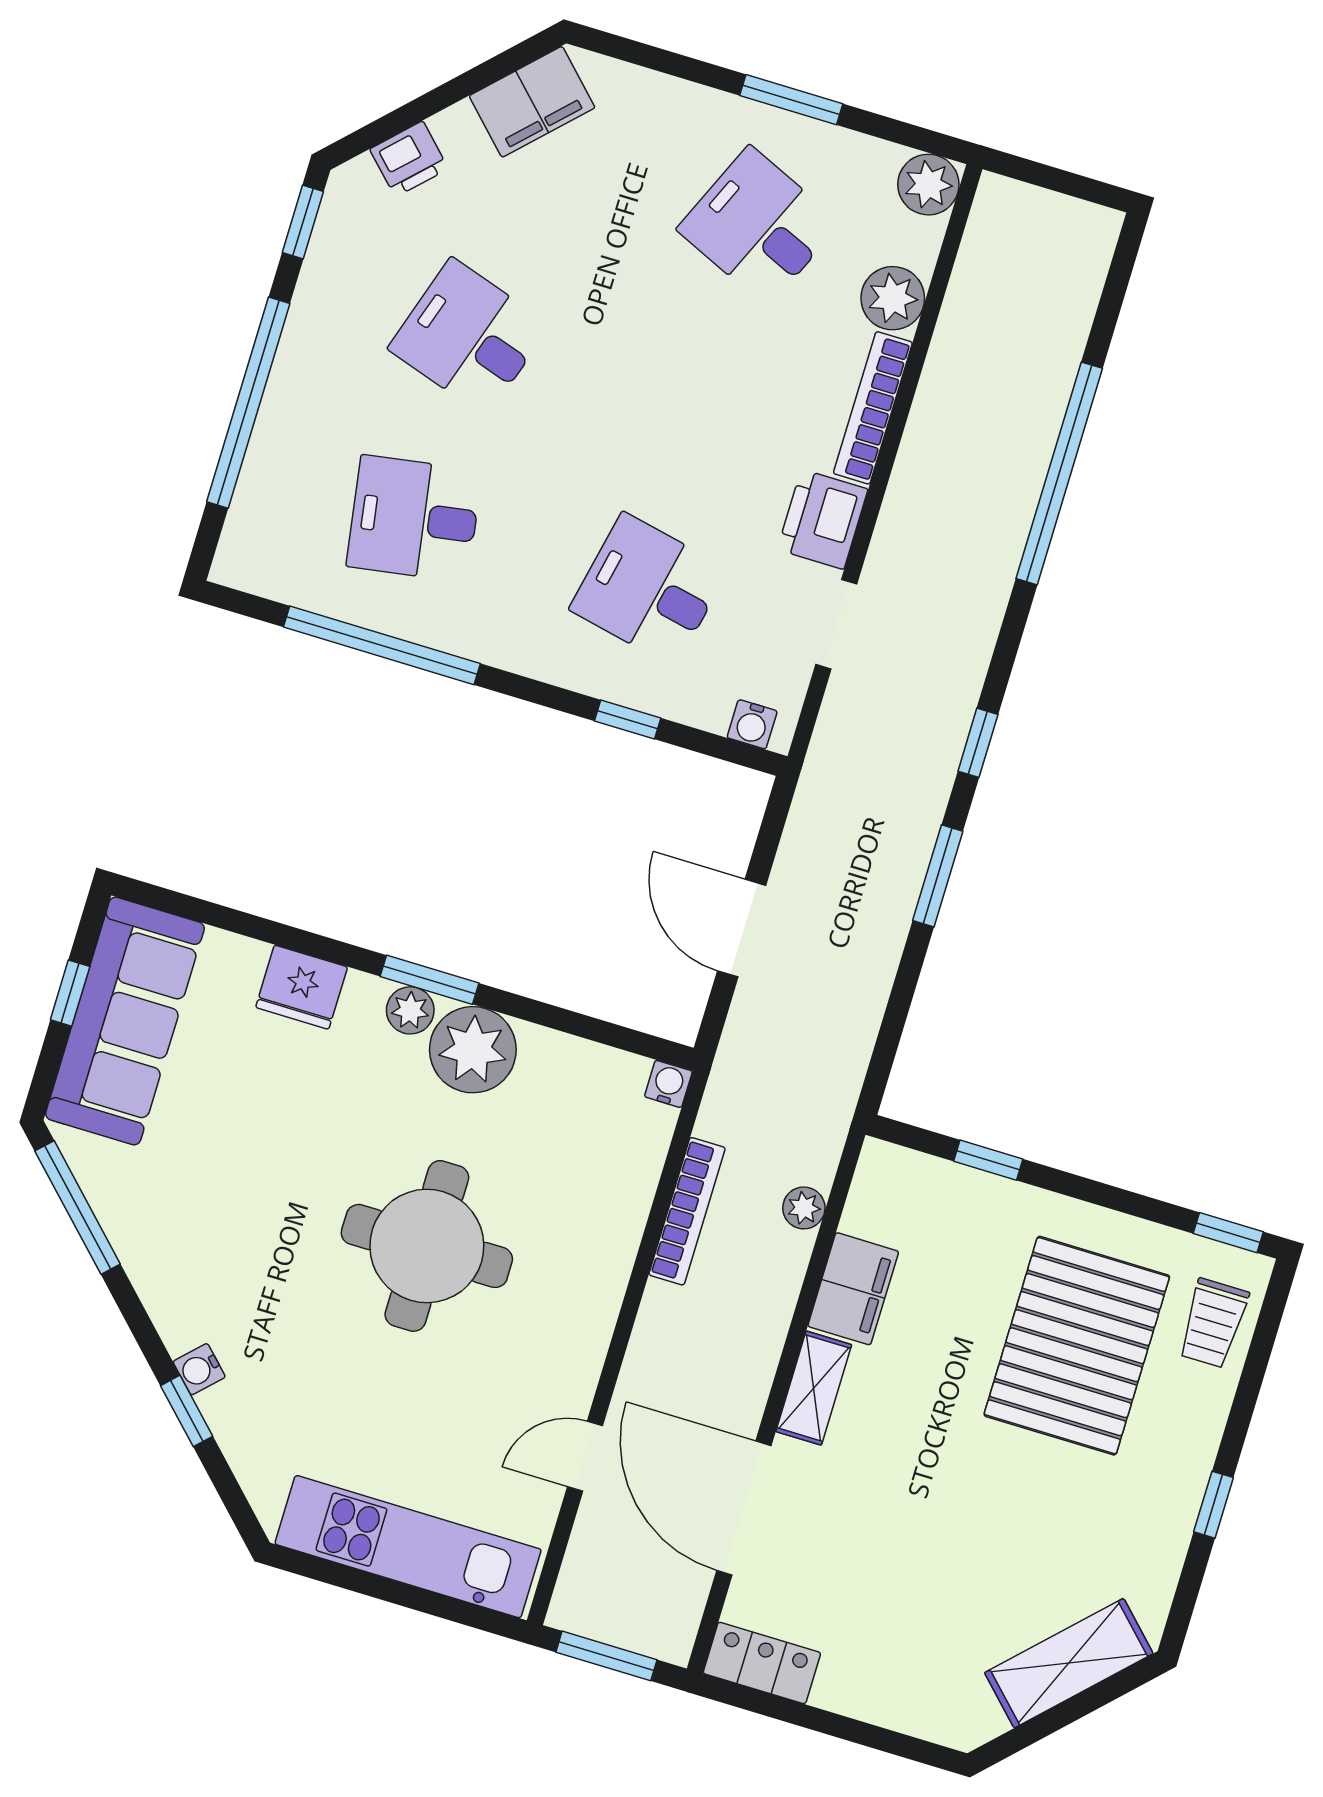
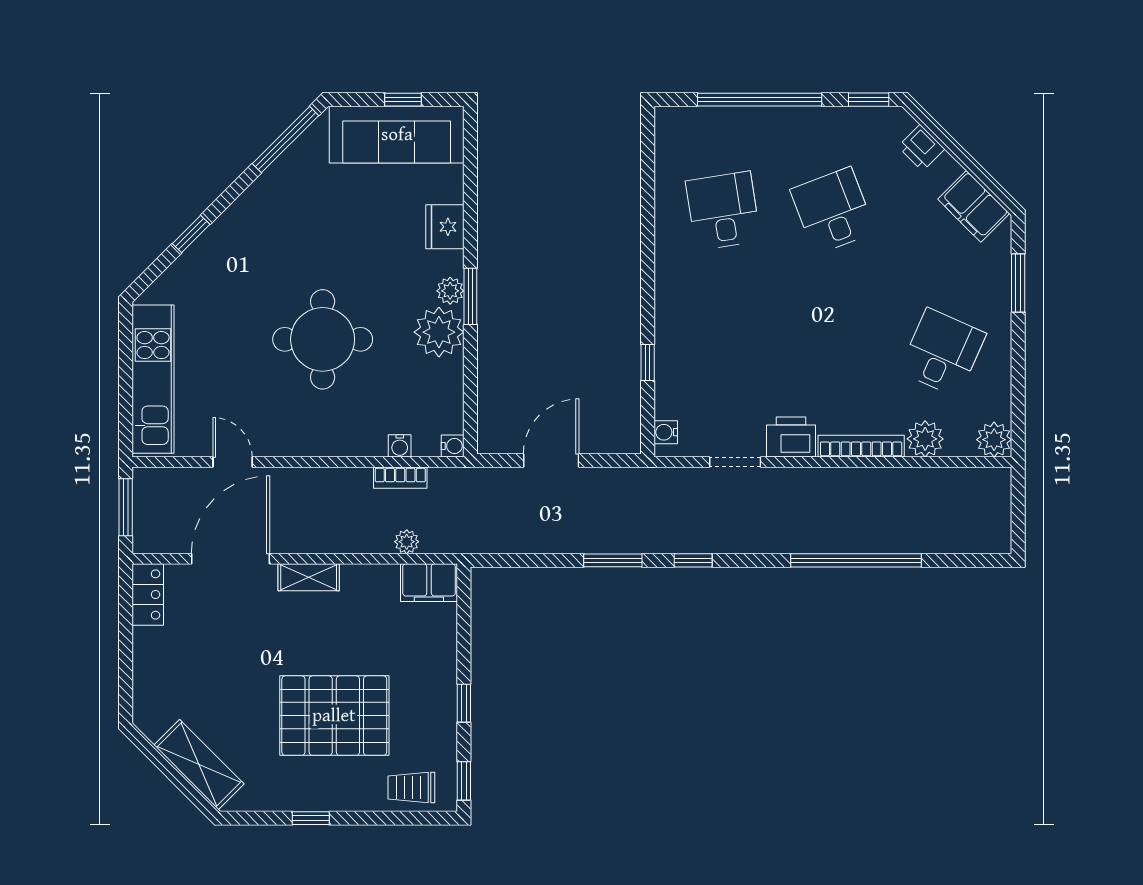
window: (791, 100) -> (1018, 283), moved
desk: (469, 337) -> (833, 211), turned -39
desk: (649, 589) -> (723, 352), removed
window: (382, 645) -> (648, 214), removed
window: (988, 1160) -> (464, 703), moved
bookcase: (687, 1211) -> (400, 478), width x0.64
filing cabinet: (853, 1289) -> (429, 583), moved
pallet: (1077, 1346) -> (334, 716), moved
water cooler: (199, 1369) -> (400, 446), moved, turned -135

